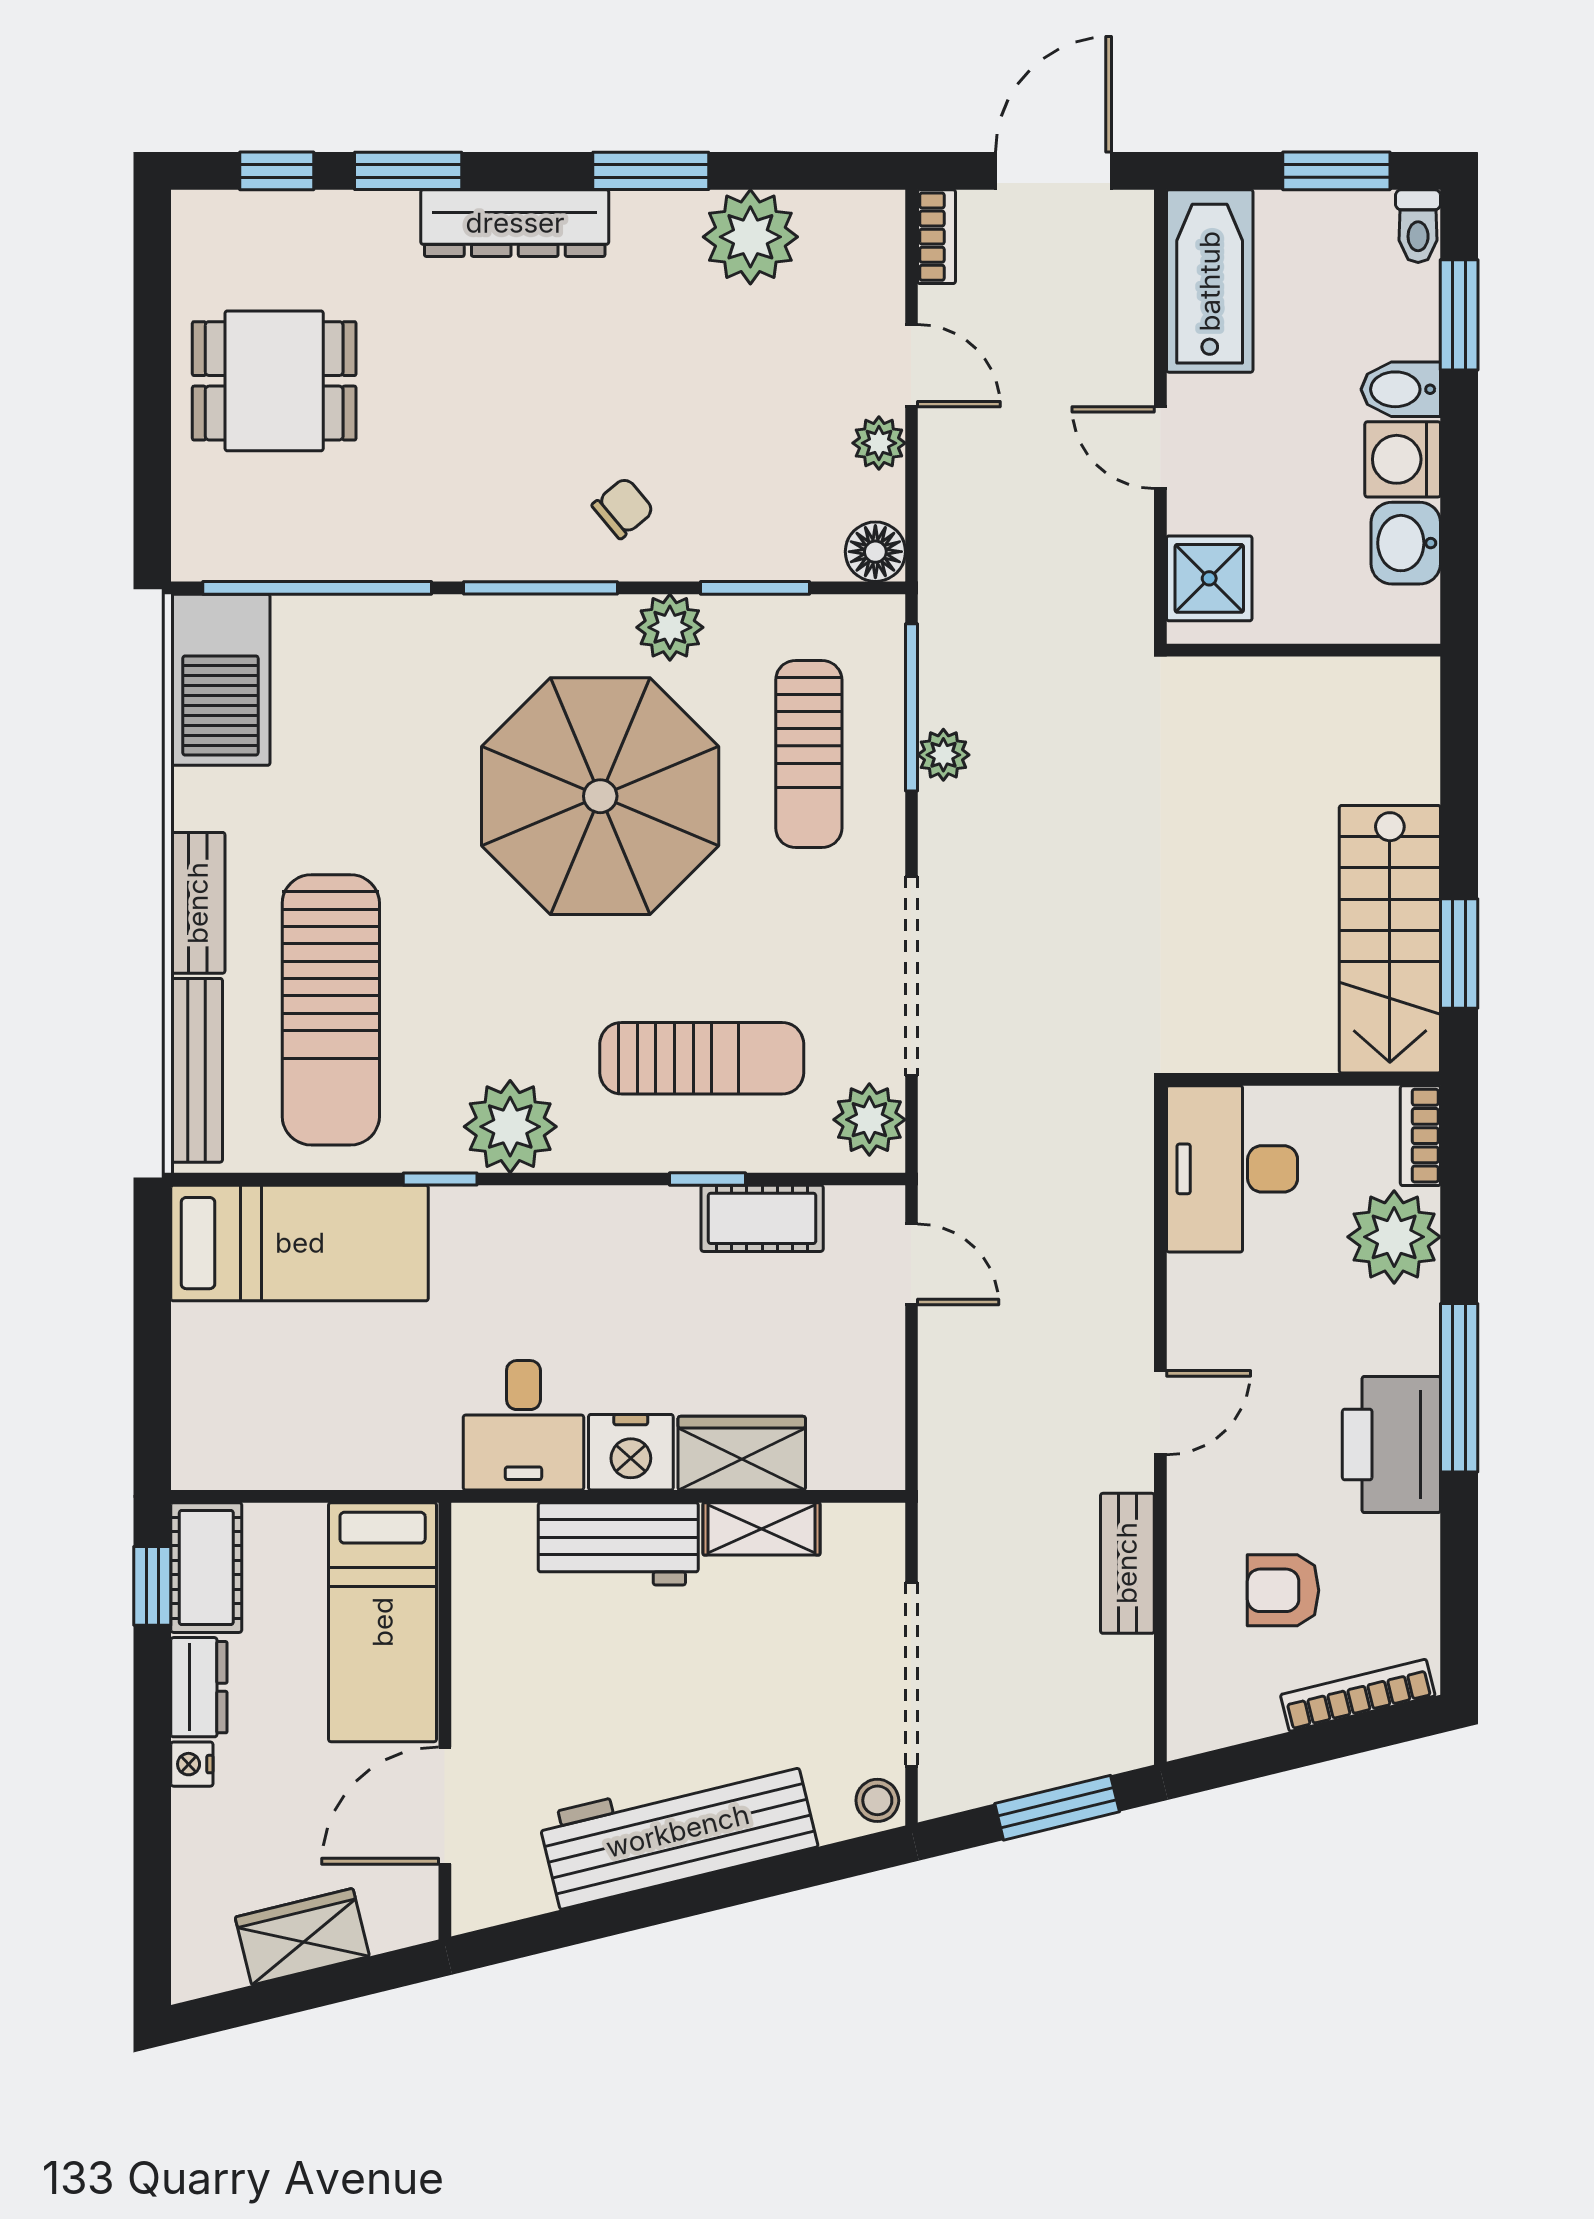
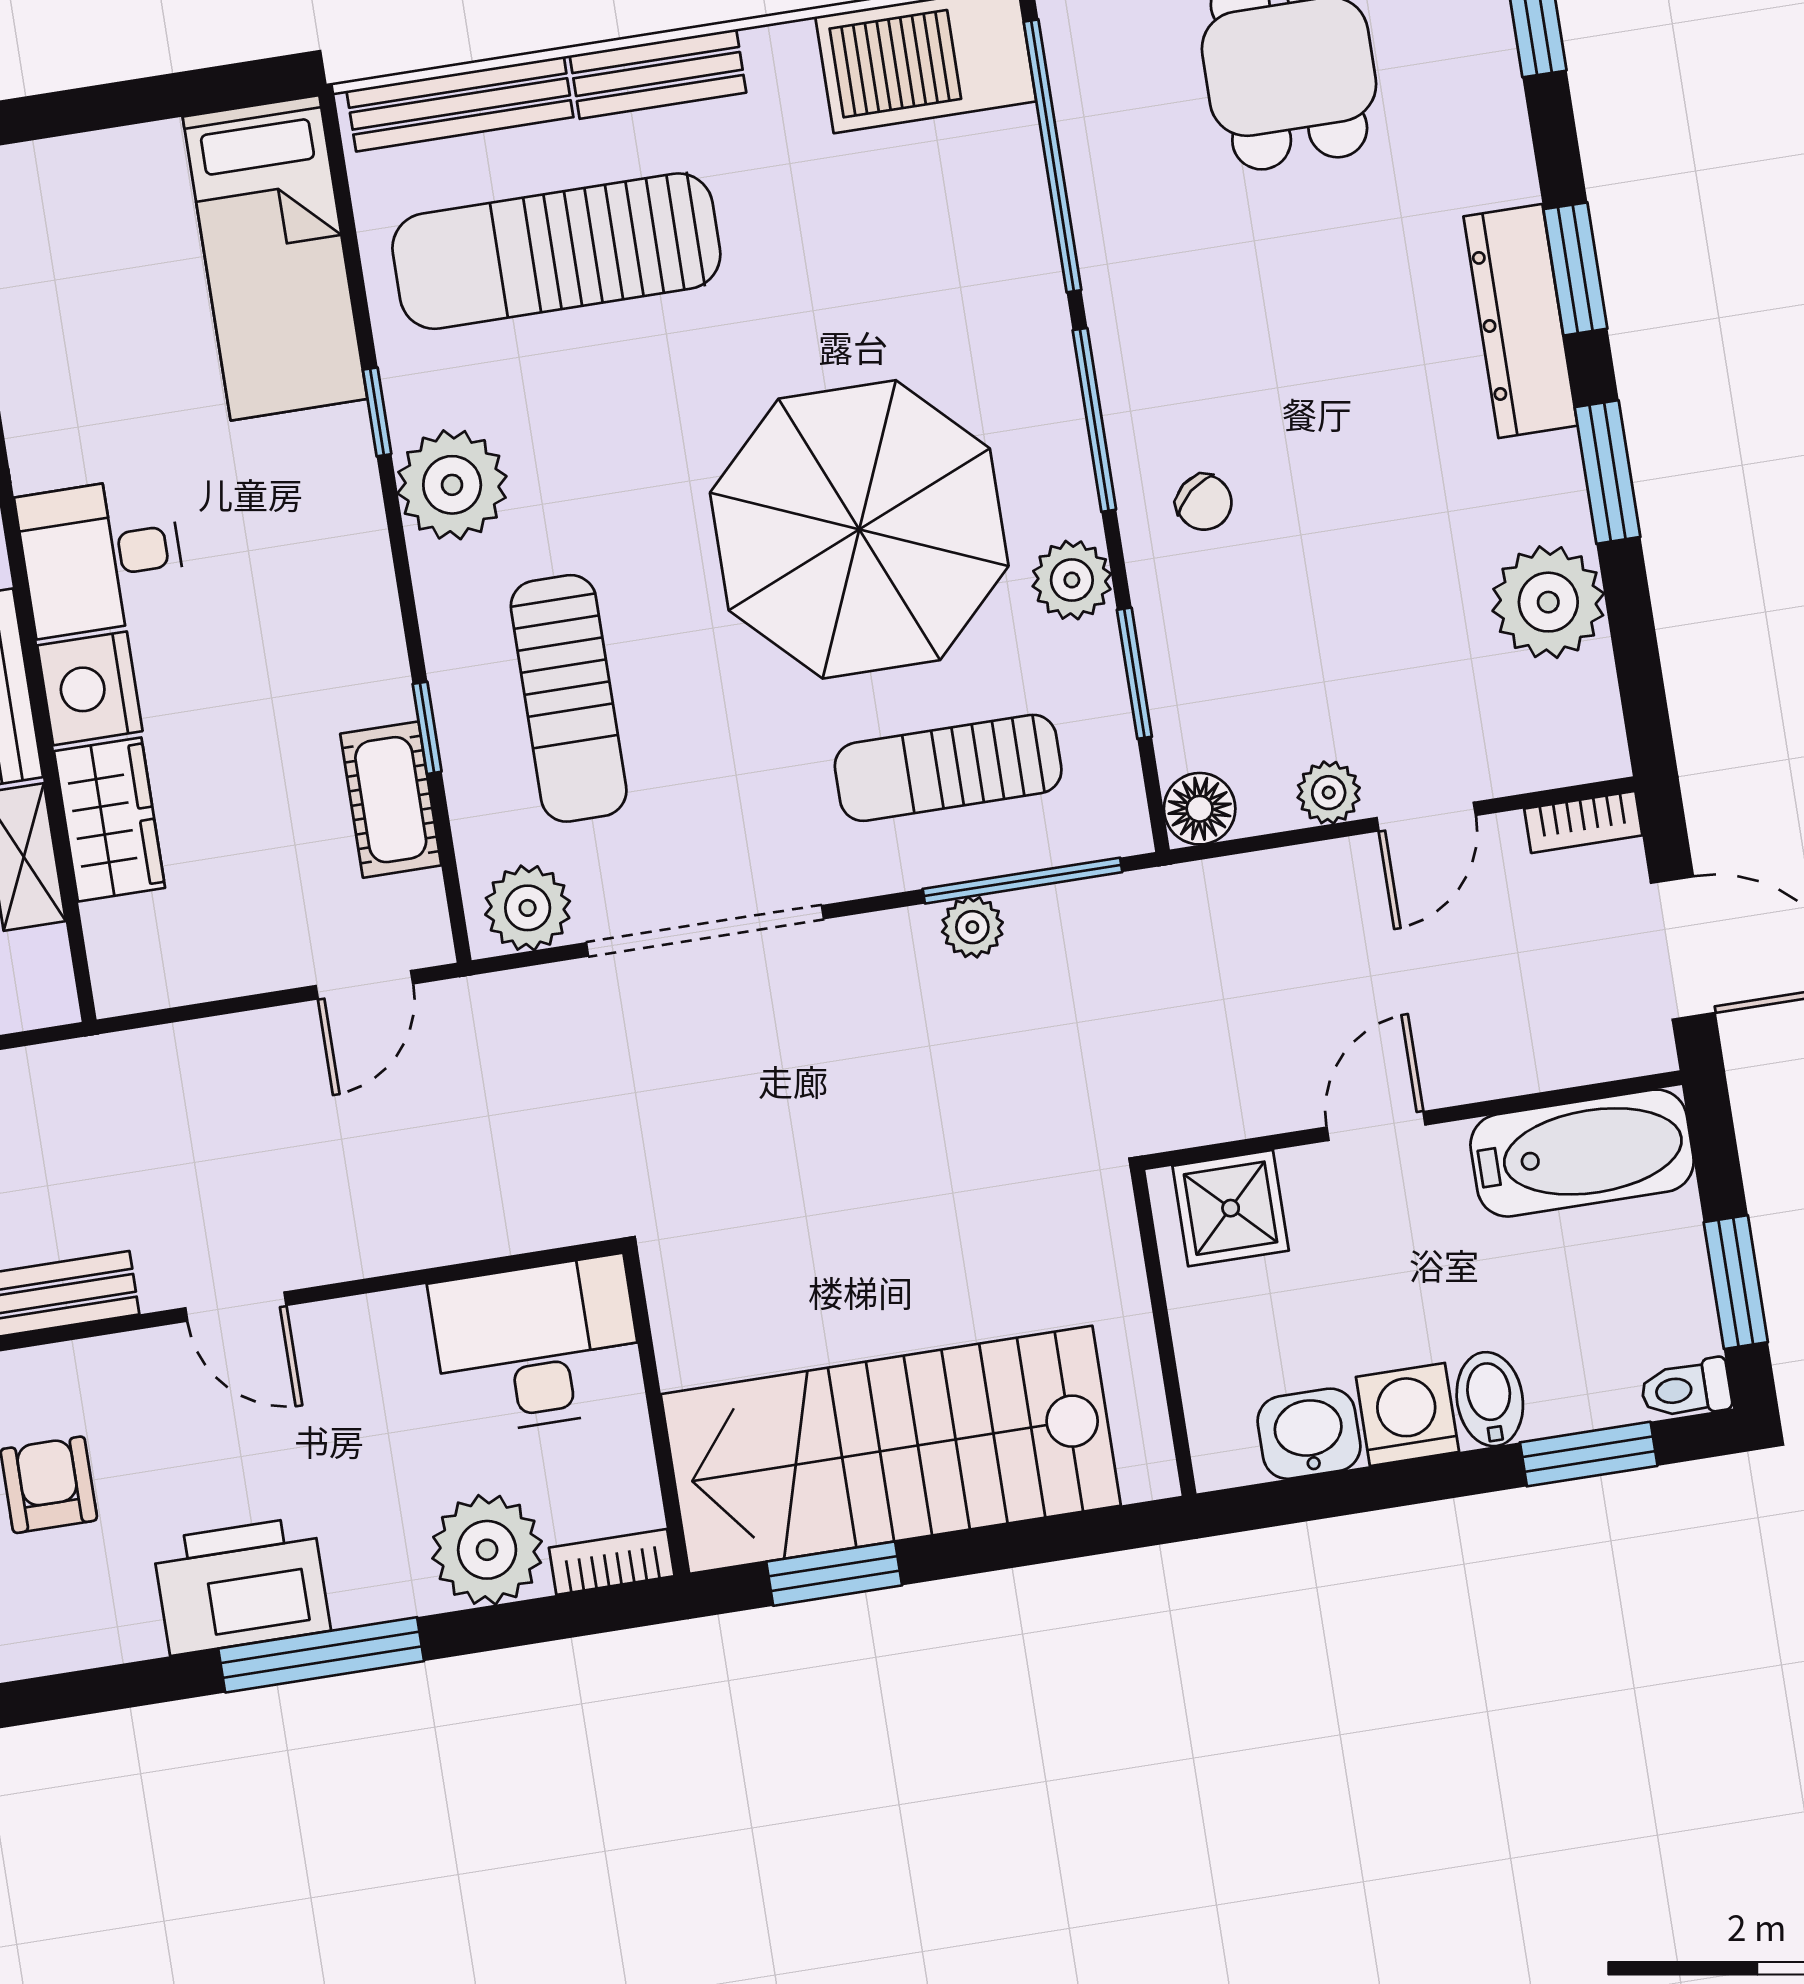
window: (408, 171) -> (1575, 269), moved
stairs: (1390, 939) -> (891, 1450), width x1.36, depth x1.51

